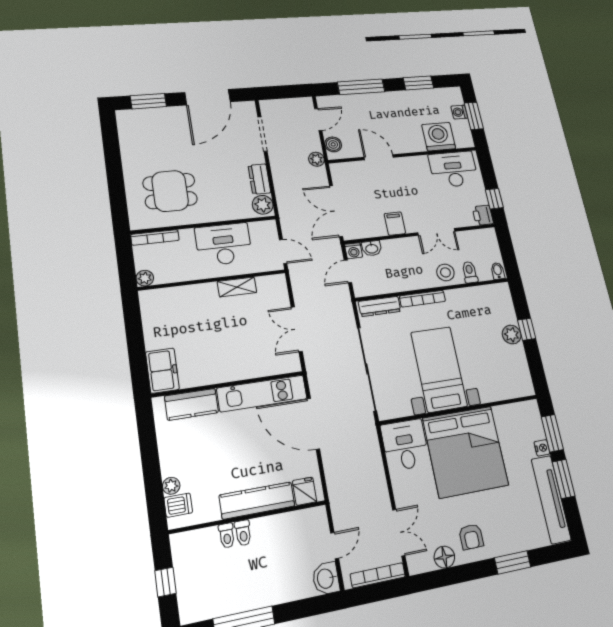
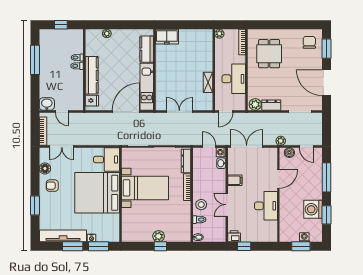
chair: (141, 129) -> (309, 42), added
washing machine: (439, 137) -> (313, 209), moved, turned 180
desk: (454, 169) -> (266, 206), moved
dishwasher: (178, 505) -> (97, 36), removed

